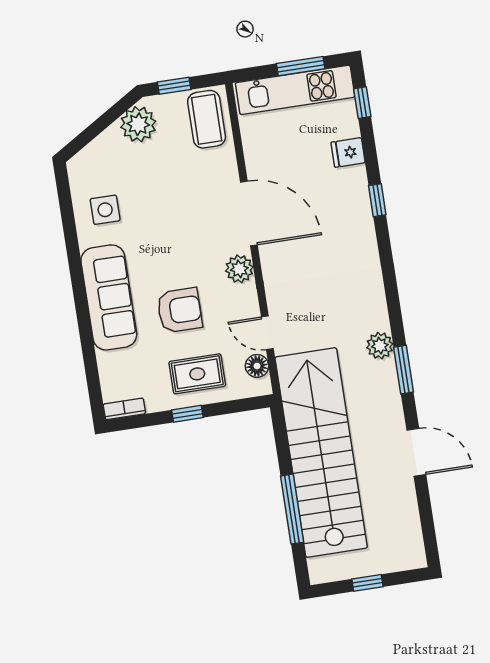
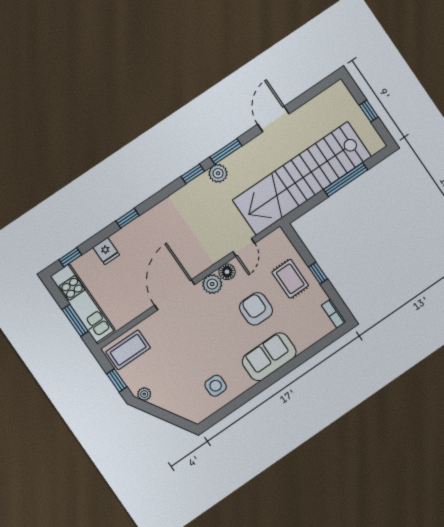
window: (301, 66) -> (75, 320), moved
plant: (138, 124) -> (144, 394), width x0.53, depth x0.53
sofa: (109, 297) -> (269, 357), width x0.73
window: (395, 312) -> (193, 174), added
floor lamp: (257, 366) -> (227, 272), moved

